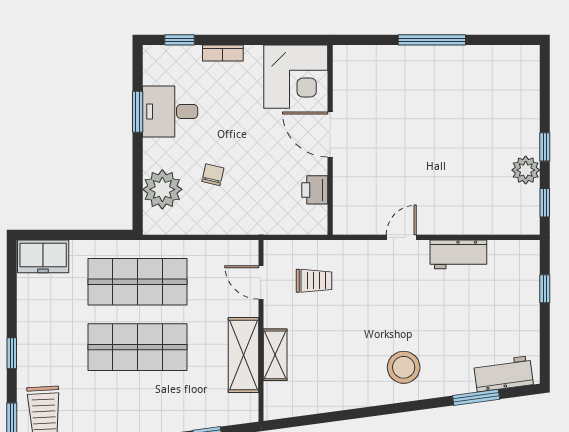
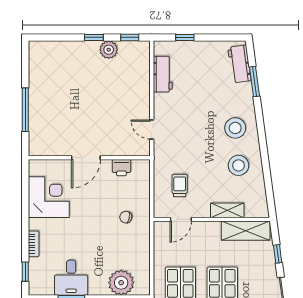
door: (330, 135) -> (86, 158), moved
wall: (330, 140) -> (89, 158), moved
chair: (213, 175) -> (126, 217), moved
printer: (315, 190) -> (121, 168), moved
workbench: (458, 254) -> (163, 74), moved
shelving: (243, 355) -> (246, 231), moved
stool: (345, 372) -> (238, 165), added

